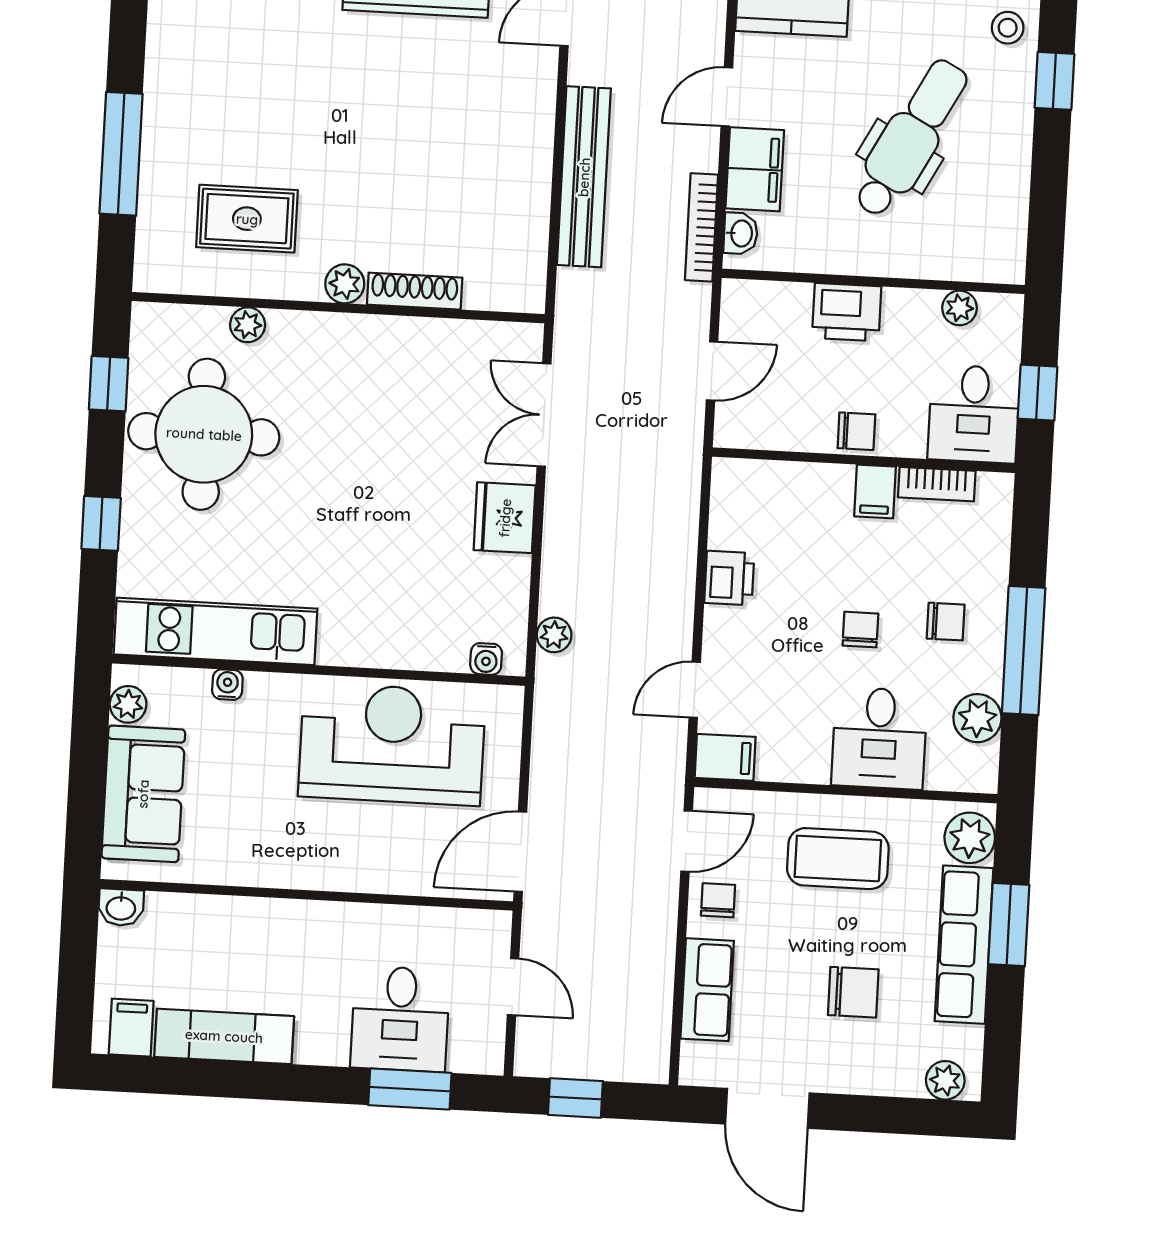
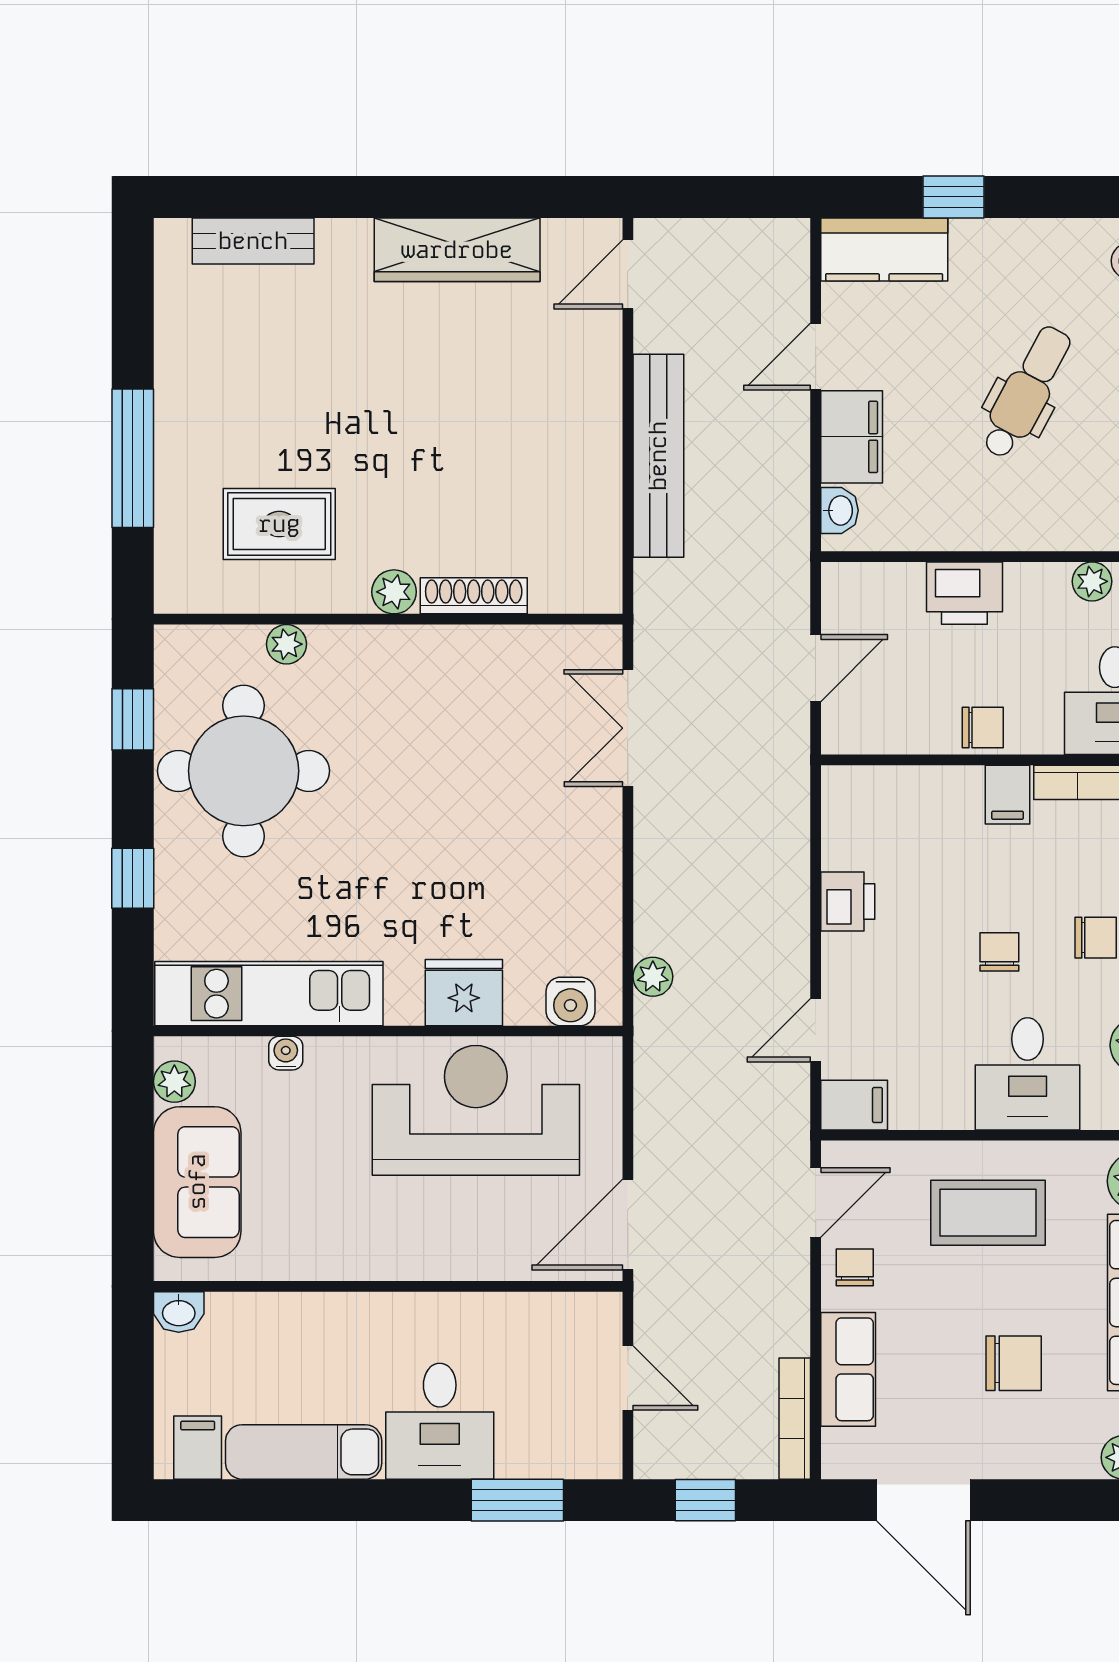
dental chair: (911, 138) -> (1026, 392), width x0.73, depth x0.72
bookcase: (701, 227) -> (795, 1419), moved
fridge: (505, 518) -> (464, 993), moved, turned 90
water cooler: (486, 659) -> (570, 1001), width x1.38, depth x1.38
desk: (400, 1019) -> (440, 1421), moved

